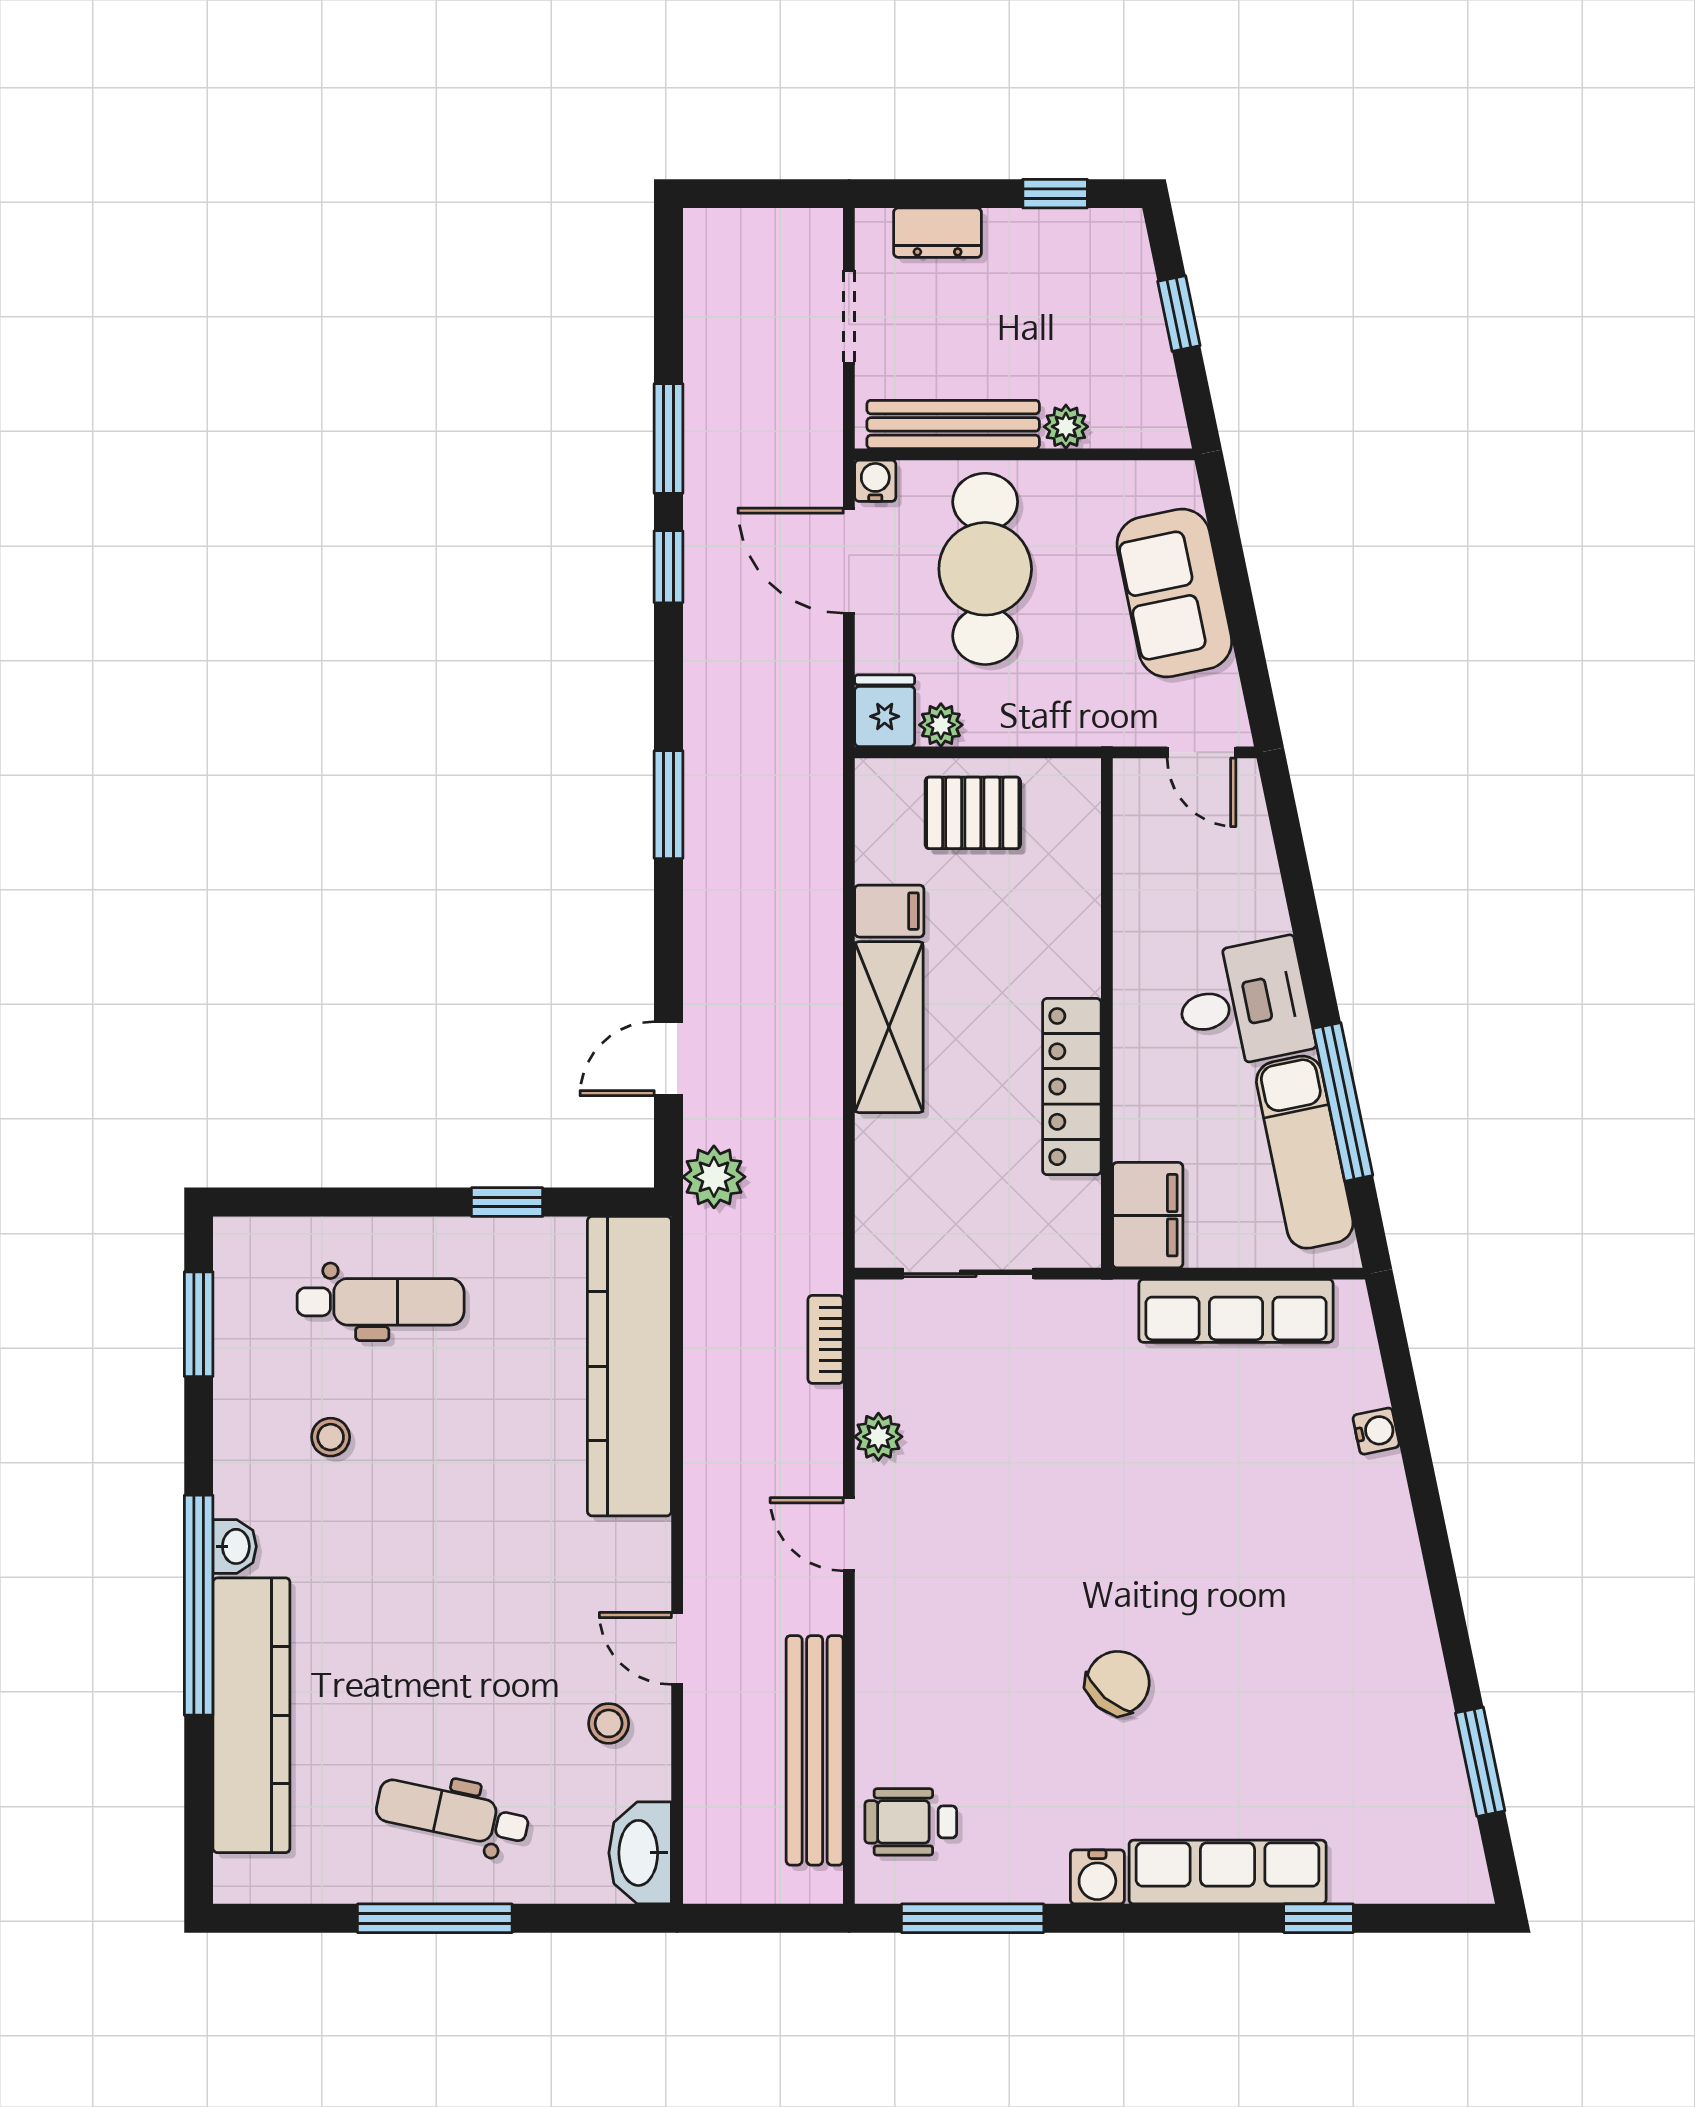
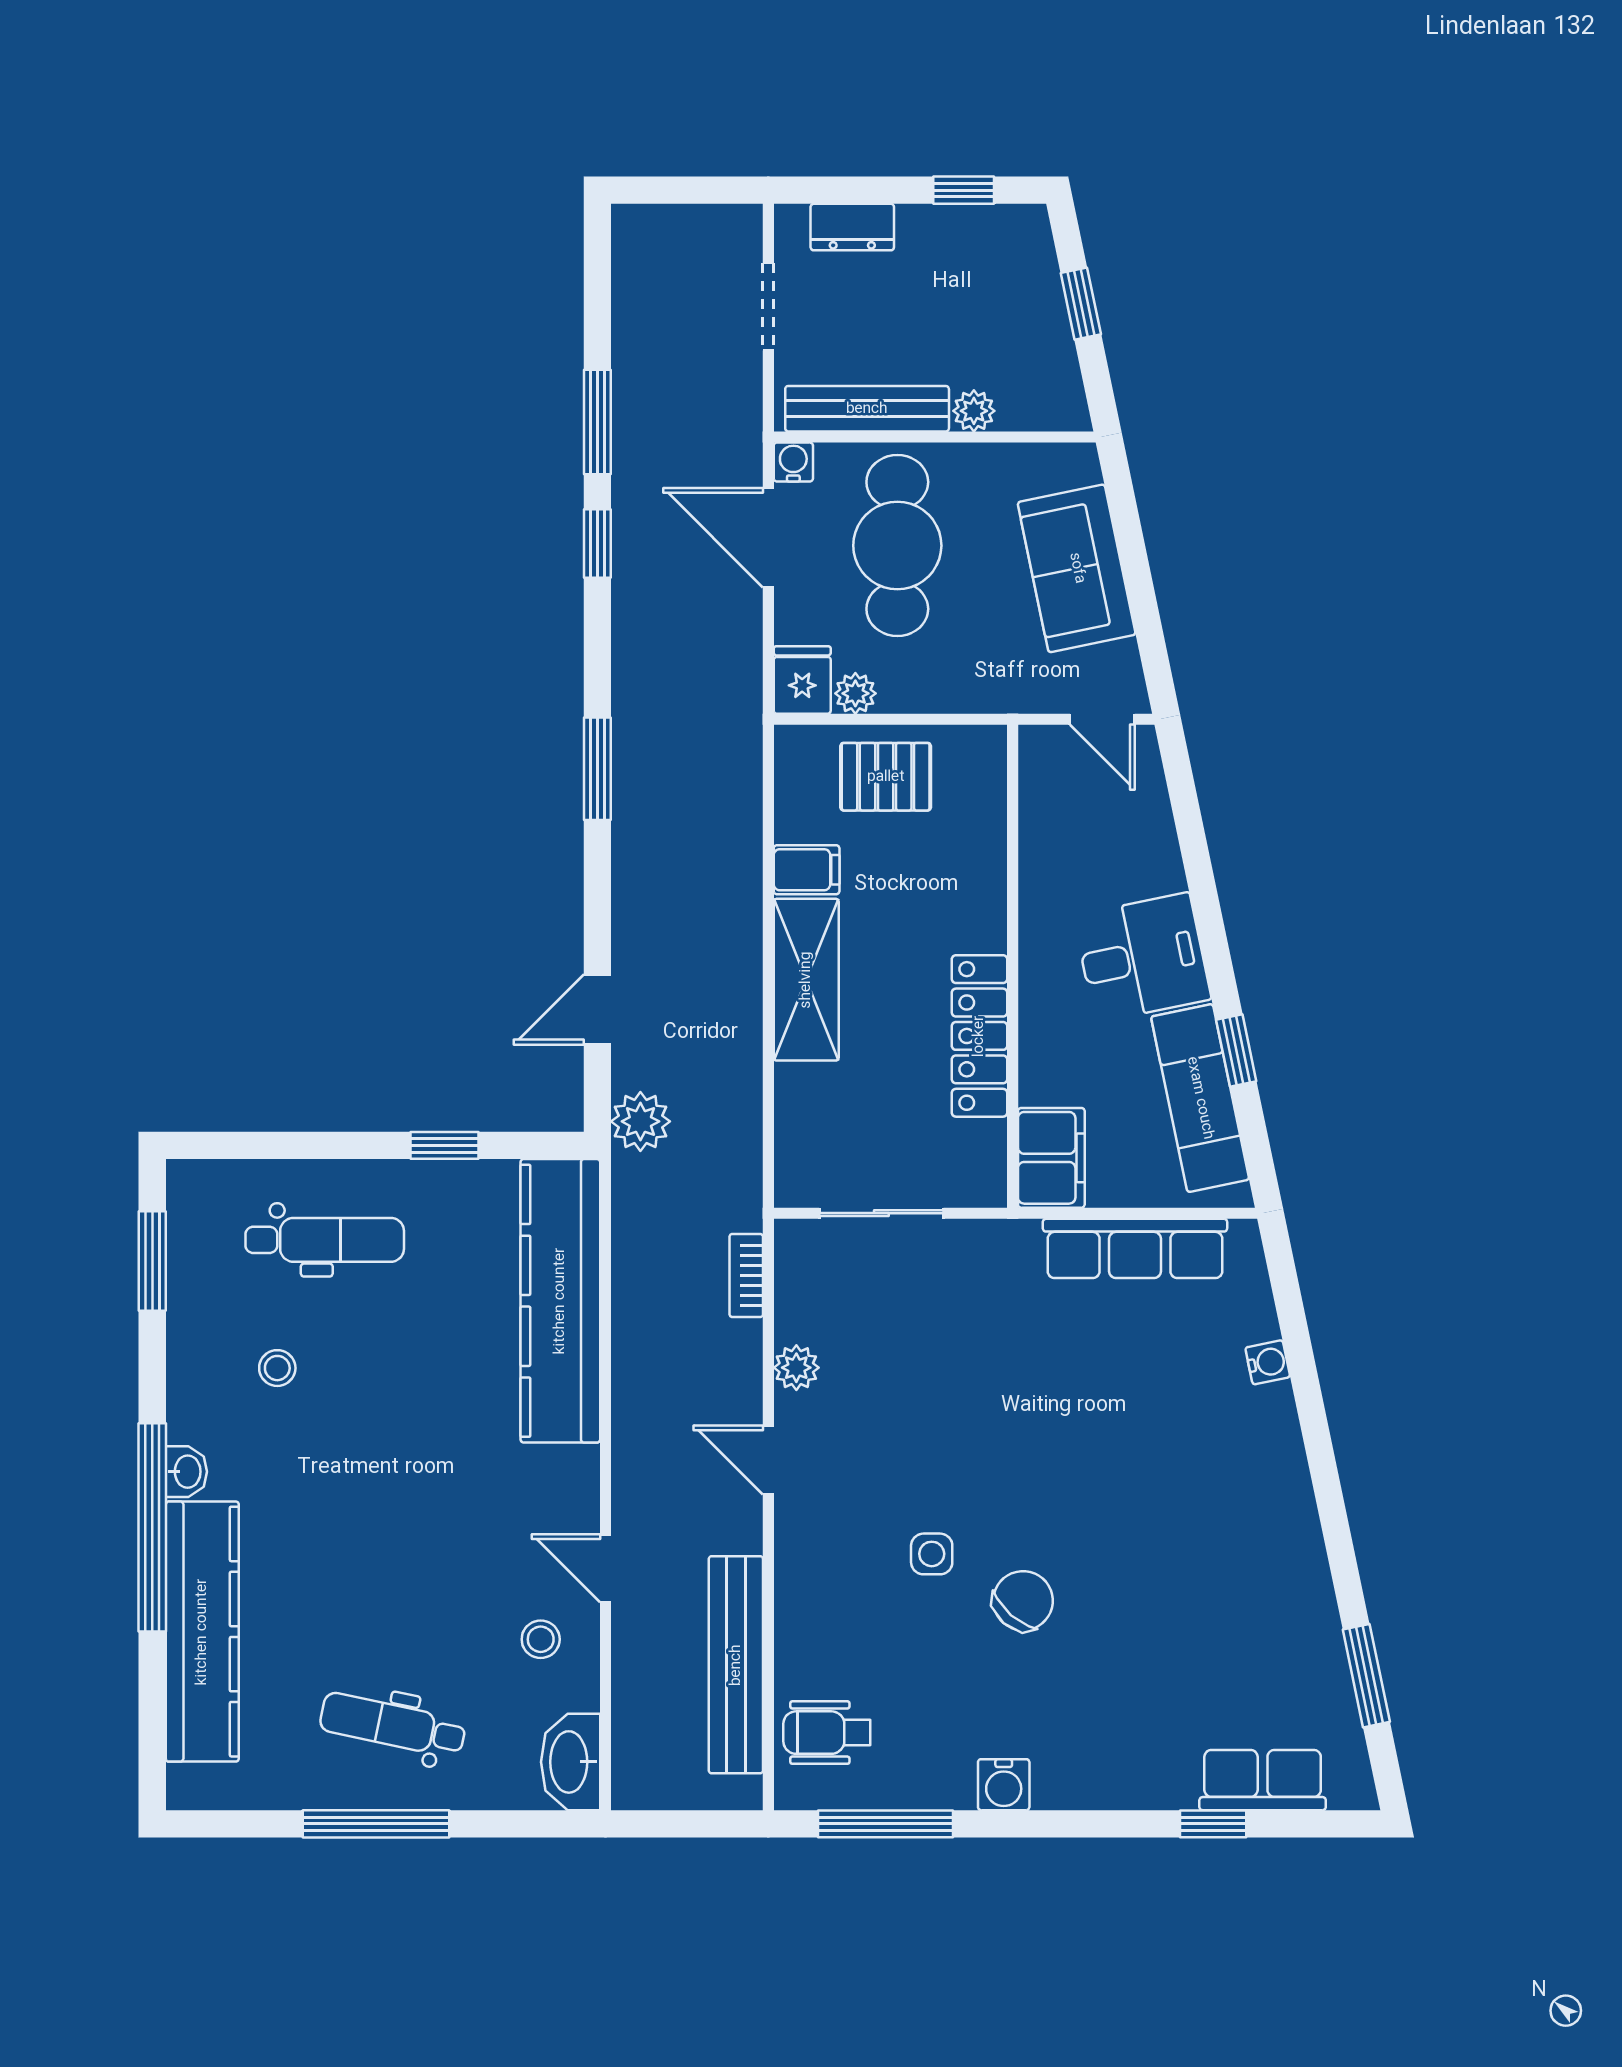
window: (1343, 1102) -> (1236, 1051), width x0.46
side table: (1021, 1633) -> (932, 1554), added
row of seats: (1228, 1872) -> (1263, 1780), moved, width x0.68

